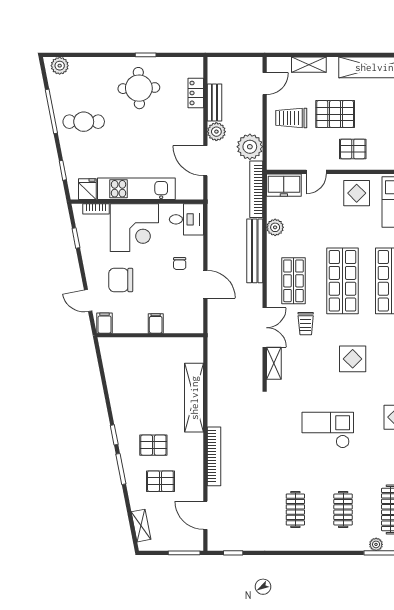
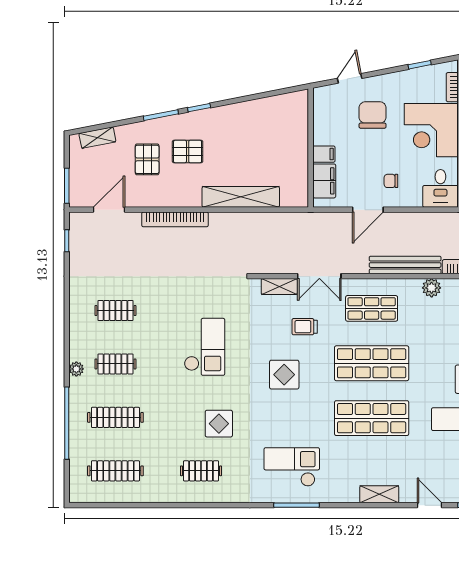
filing cabinet: (104, 323) -> (324, 181), moved, width x2.00
trolley: (306, 324) -> (305, 327), moved
pallet: (153, 445) -> (188, 152), turned 90
plant: (376, 544) -> (76, 369), moved

